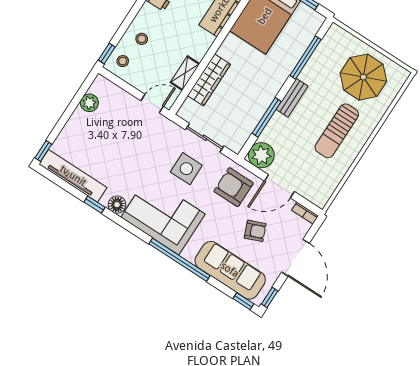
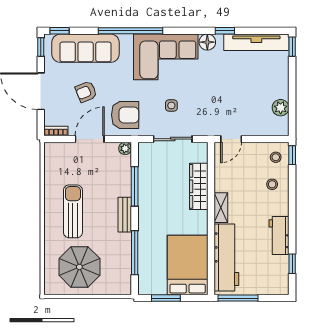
shelving: (185, 73) -> (221, 208), moved
plant: (261, 155) -> (125, 148), width x0.53, depth x0.53
side table: (186, 169) -> (171, 105), width x0.54, depth x0.54

